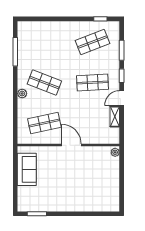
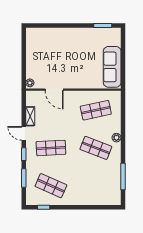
shop shelf: (92, 42) -> (51, 186), turned 45
door: (122, 98) -> (24, 133), swing flipped
door: (71, 145) -> (54, 90), moved
sofa: (27, 169) -> (112, 67), width x1.36

